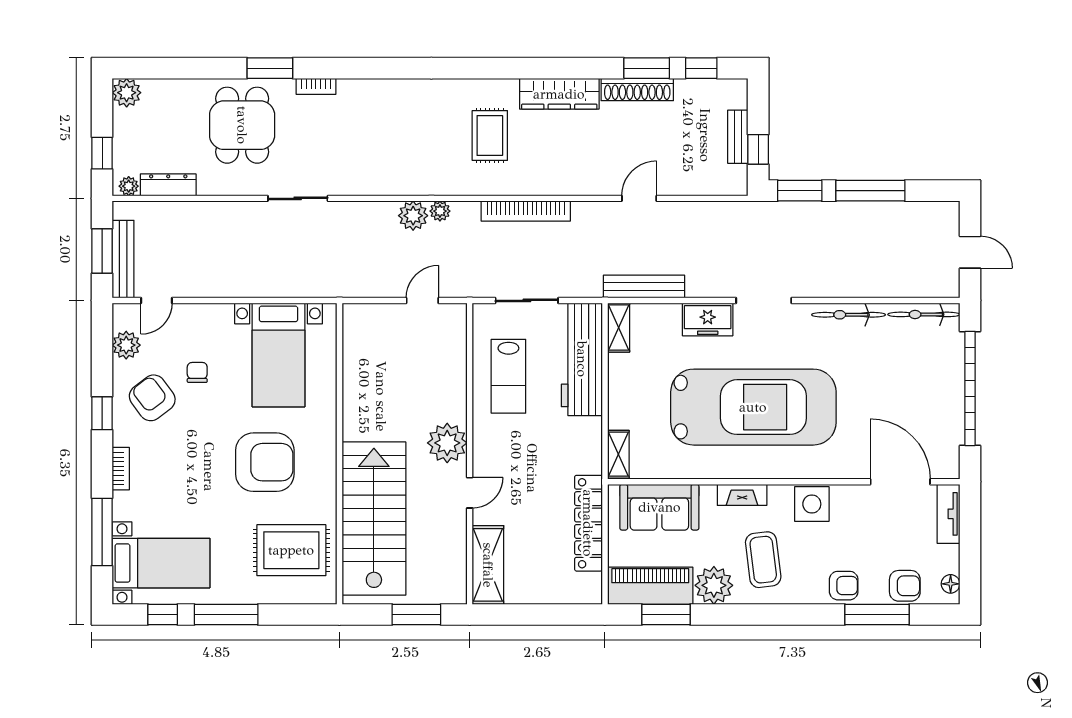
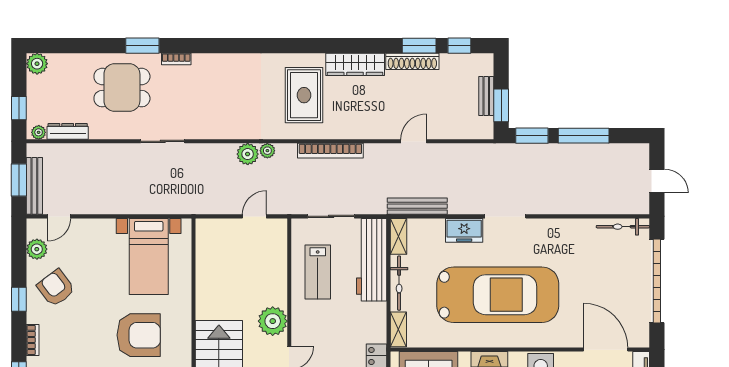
dining table: (242, 125) -> (122, 88), turned 90
rug: (490, 135) -> (304, 95), width x1.36, depth x1.43
window: (758, 149) -> (501, 105), width x1.50
bicycle: (849, 315) -> (399, 283), moved, turned -90
chair: (197, 372) -> (89, 269), removed

